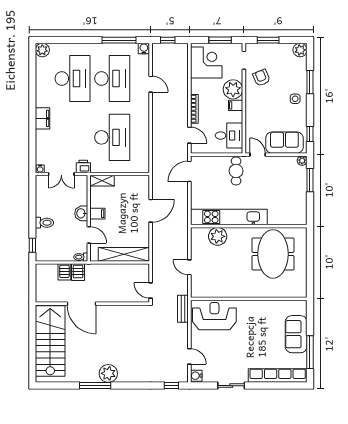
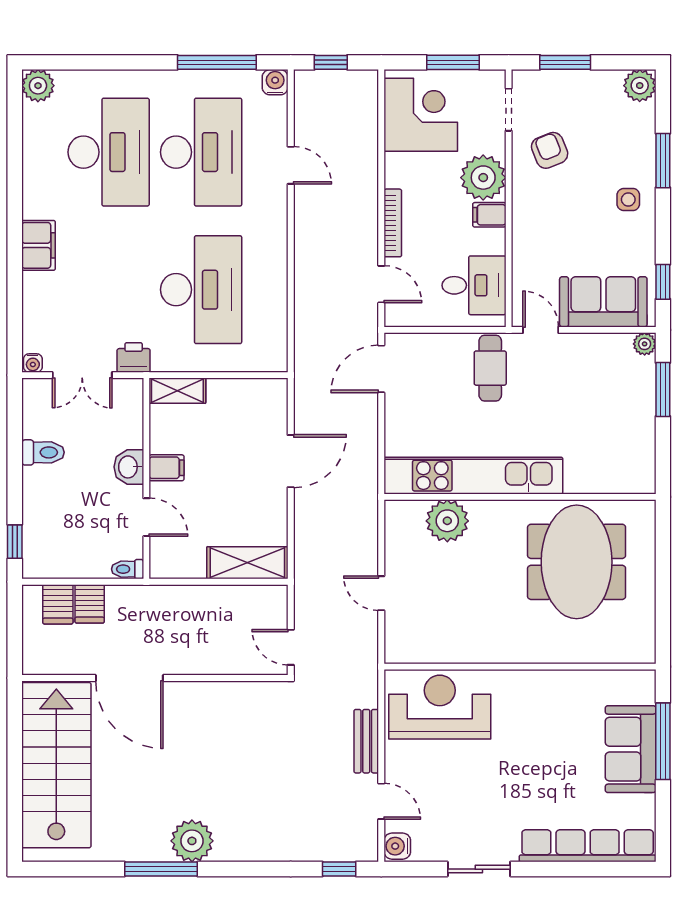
toilet: (44, 223) -> (43, 452), moved
shelving: (124, 254) -> (247, 563), width x0.68
server rack: (78, 272) -> (58, 604), moved
bench: (183, 309) -> (366, 741), moved
window: (310, 352) -> (663, 741), moved

